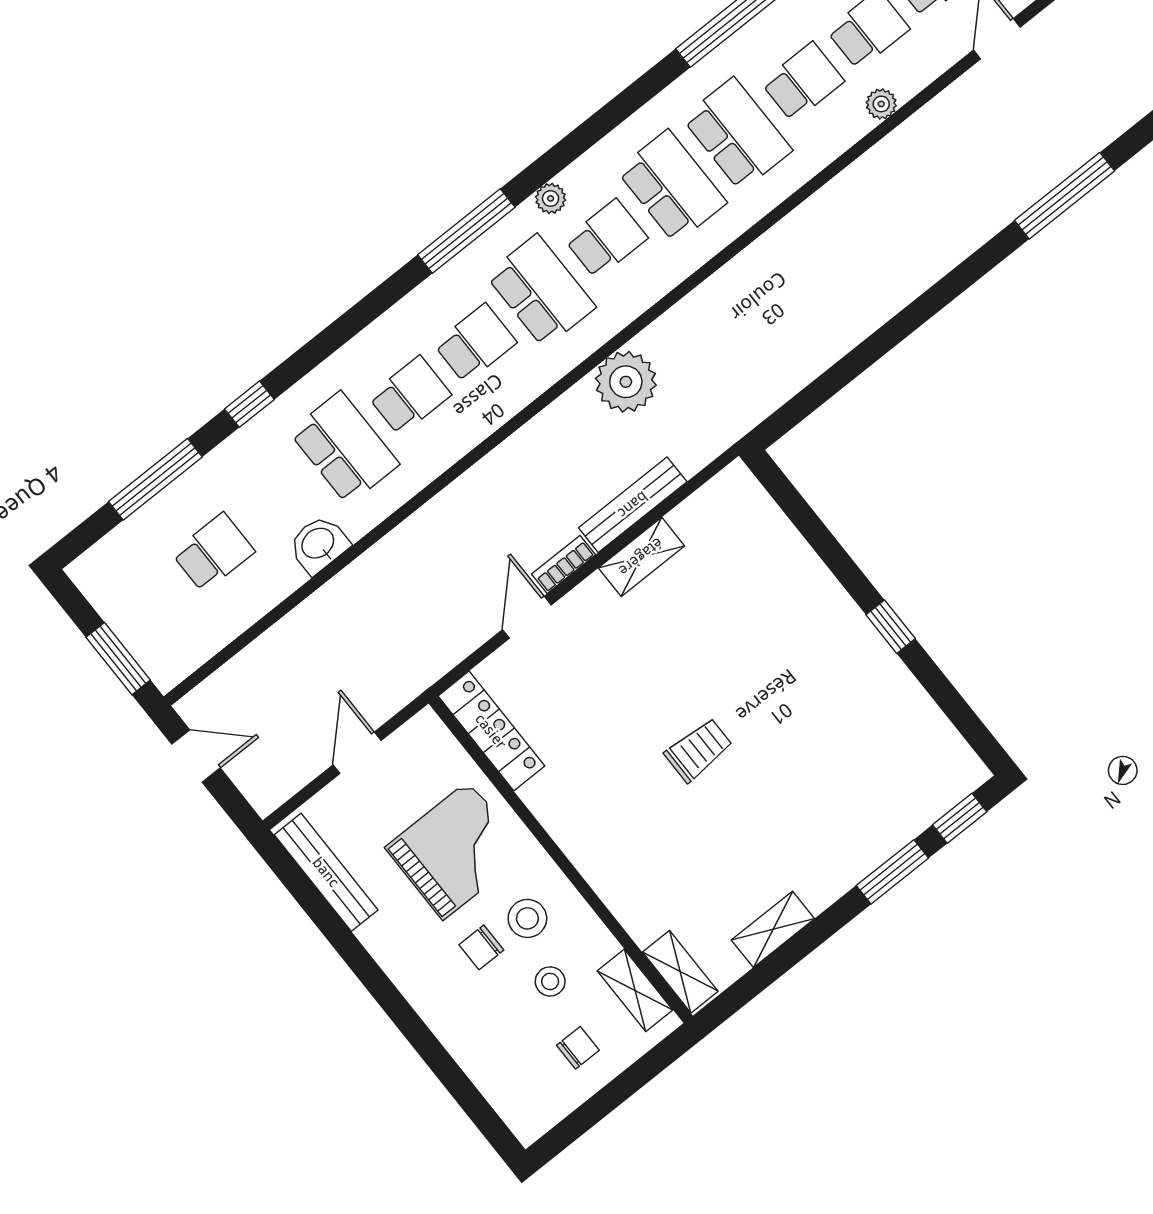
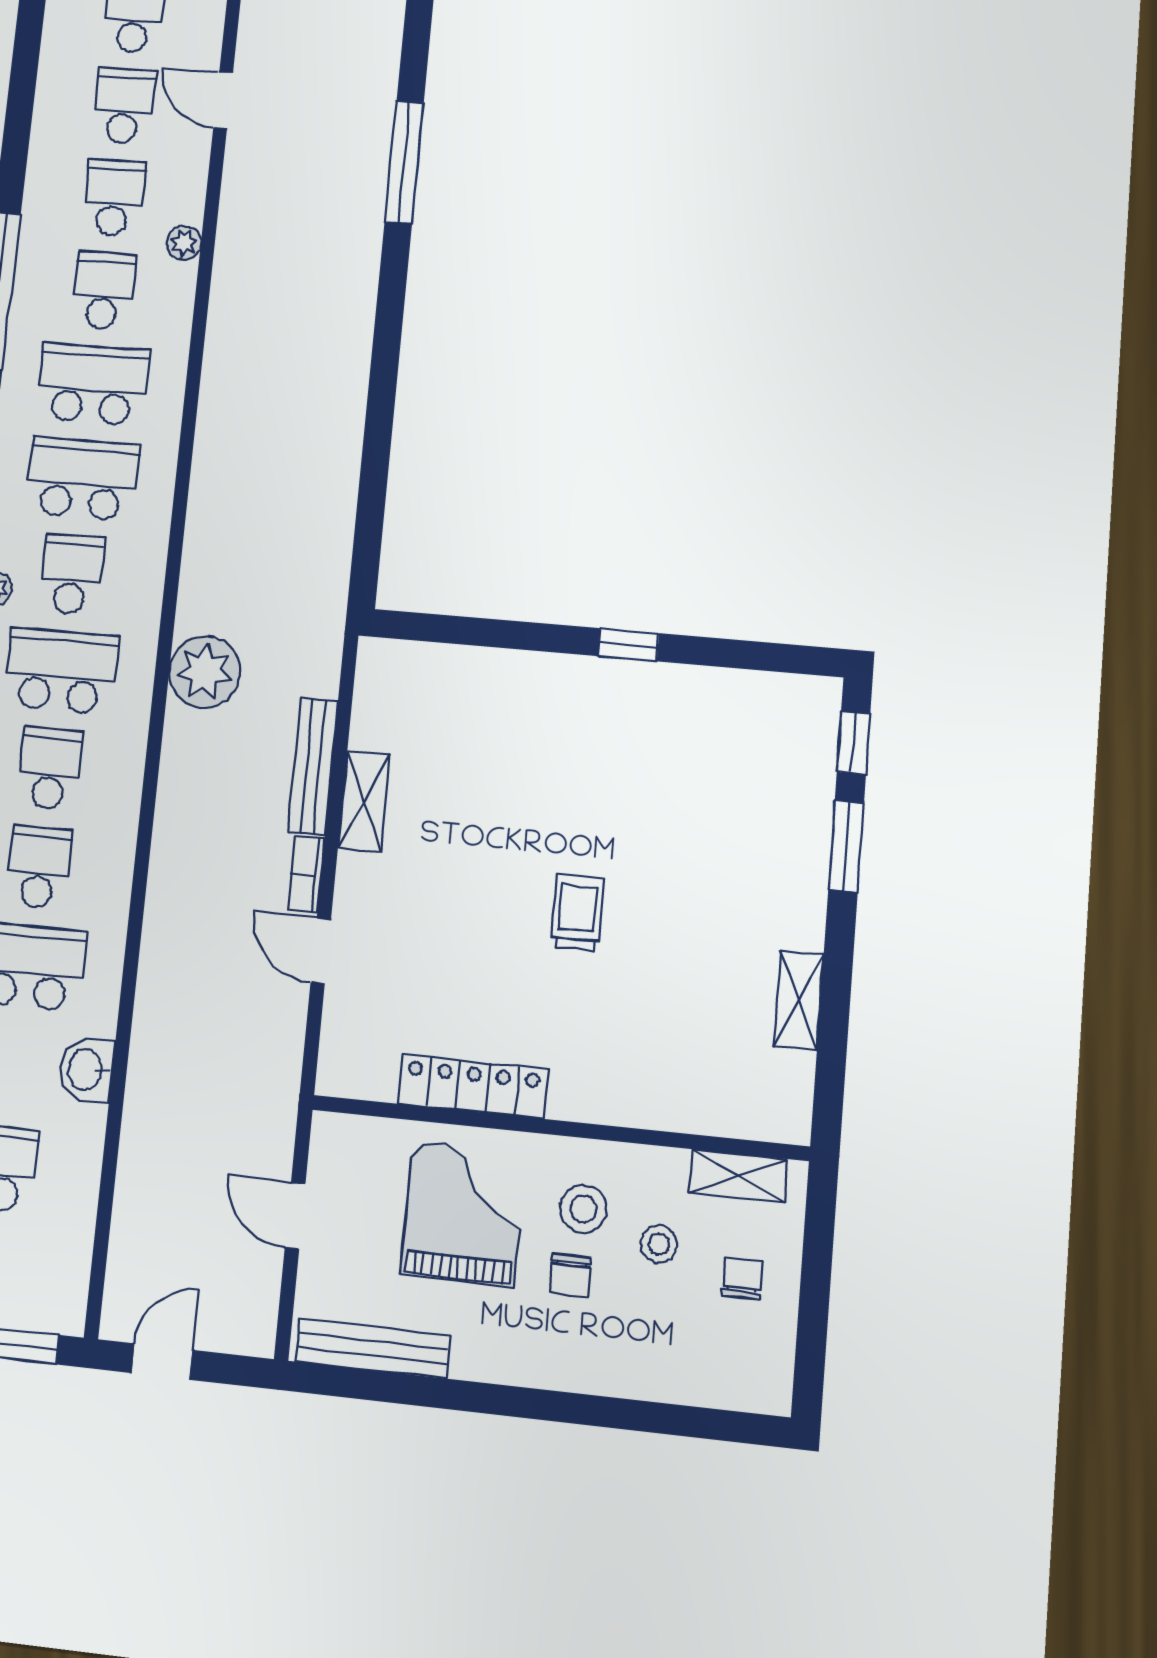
locker: (491, 731) -> (473, 1087), moved
shelving: (680, 972) -> (760, 1119), removed

